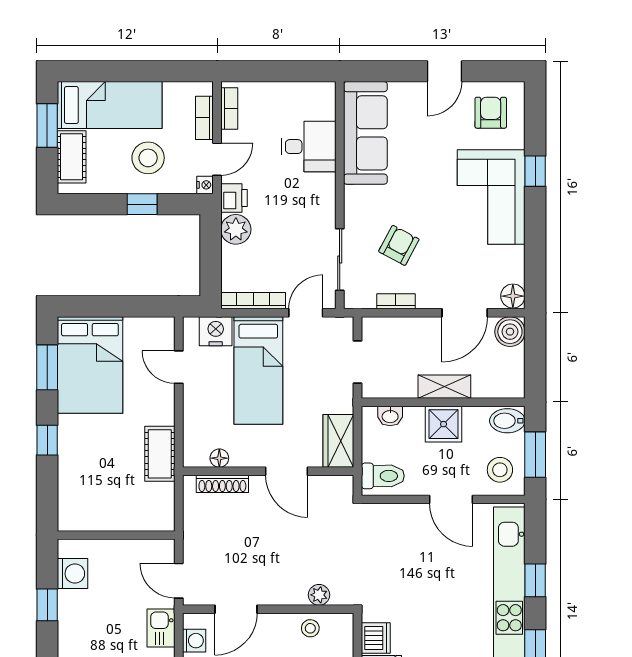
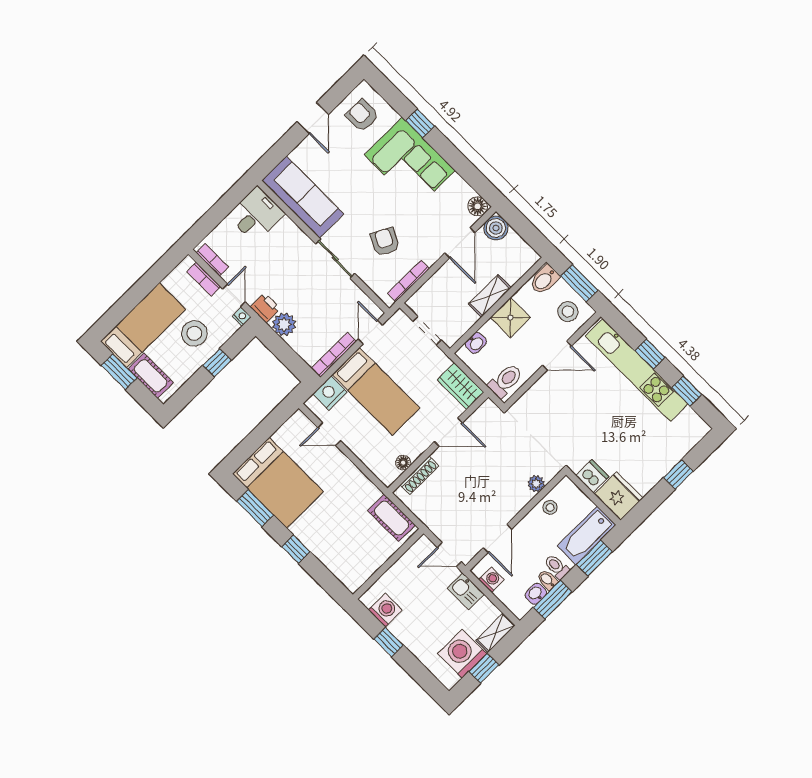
desk: (308, 147) -> (256, 214), moved
sliding door: (340, 260) -> (335, 259), moved
bookcase: (396, 301) -> (409, 281), width x1.56
cot: (160, 454) -> (392, 518), moved

